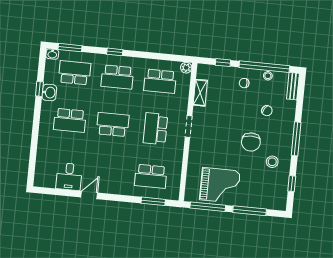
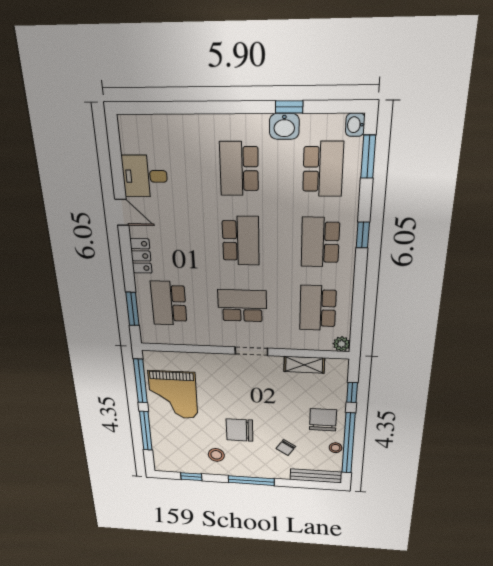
chair: (244, 83) -> (323, 420), width x1.87, depth x1.87
bench: (293, 86) -> (316, 476), width x1.36
locker: (118, 189) -> (141, 256), added

